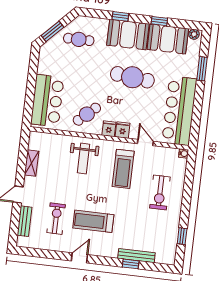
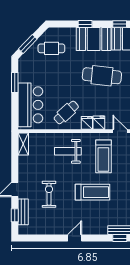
window: (33, 73) -> (15, 82), added
weight bench: (84, 158) -> (68, 151), turned 90
shelving: (32, 163) -> (23, 144), moved
exercise bike: (56, 219) -> (49, 194), moved
treadmill: (93, 221) -> (92, 192), moved, turned 180
window: (15, 224) -> (15, 215), added

